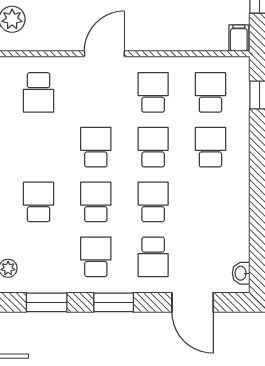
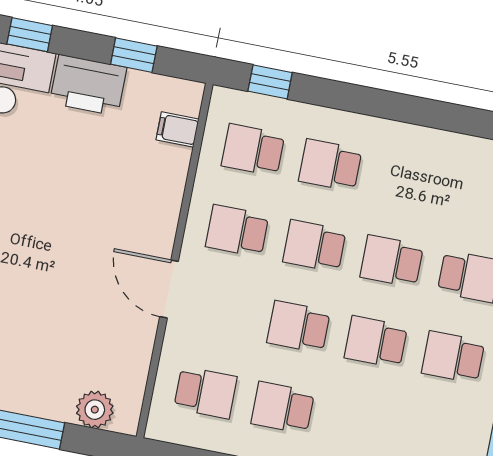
filing cabinet: (239, 38) -> (177, 129), moved
school desk: (39, 202) -> (283, 408), moved

